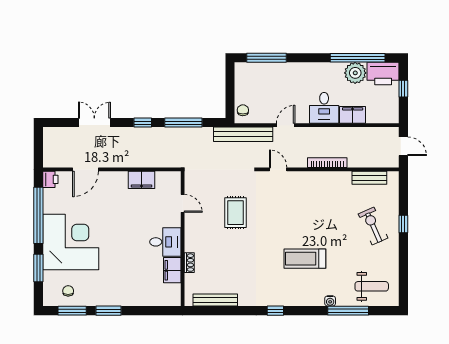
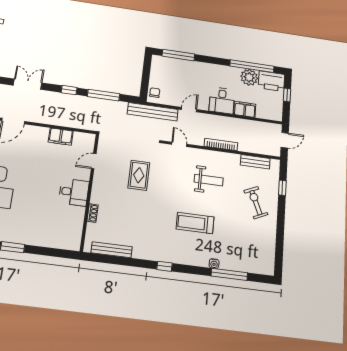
door: (403, 146) -> (285, 140), hinge flipped
door: (183, 203) -> (94, 161), swing flipped
window: (403, 224) -> (282, 188), moved
filing cabinet: (172, 270) -> (76, 218), removed
weight bench: (372, 286) -> (209, 180), moved

